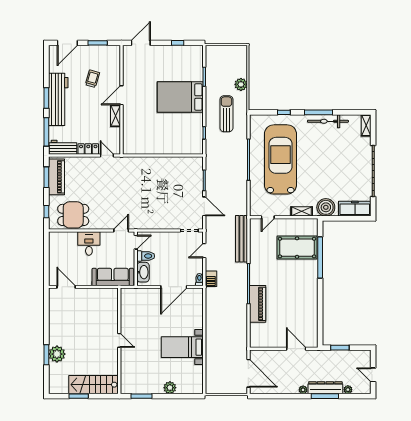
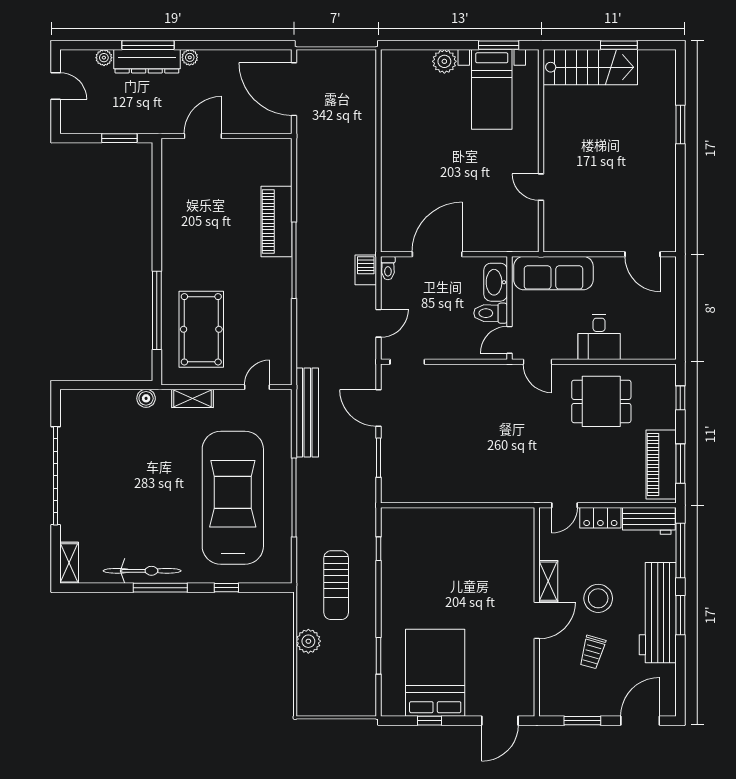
bed: (180, 97) -> (435, 673), moved, turned -90
stool: (89, 107) -> (598, 598), added
door: (107, 155) -> (565, 505), hinge flipped
car: (280, 159) -> (233, 498), turned 180
boiler: (326, 207) -> (146, 398), width x0.54, depth x0.54
freezer: (355, 209) -> (91, 404), removed
dining table: (73, 215) -> (601, 401), moved
door: (121, 231) -> (537, 362), hinge flipped
bench: (242, 239) -> (307, 412), moved
pool table: (297, 248) -> (201, 329), turned 90
door: (119, 340) -> (541, 187), moved
bed with nightstands: (182, 347) -> (492, 89), moved, turned 90
door: (296, 349) -> (203, 136), swing flipped
plant: (57, 354) -> (660, 126), removed

